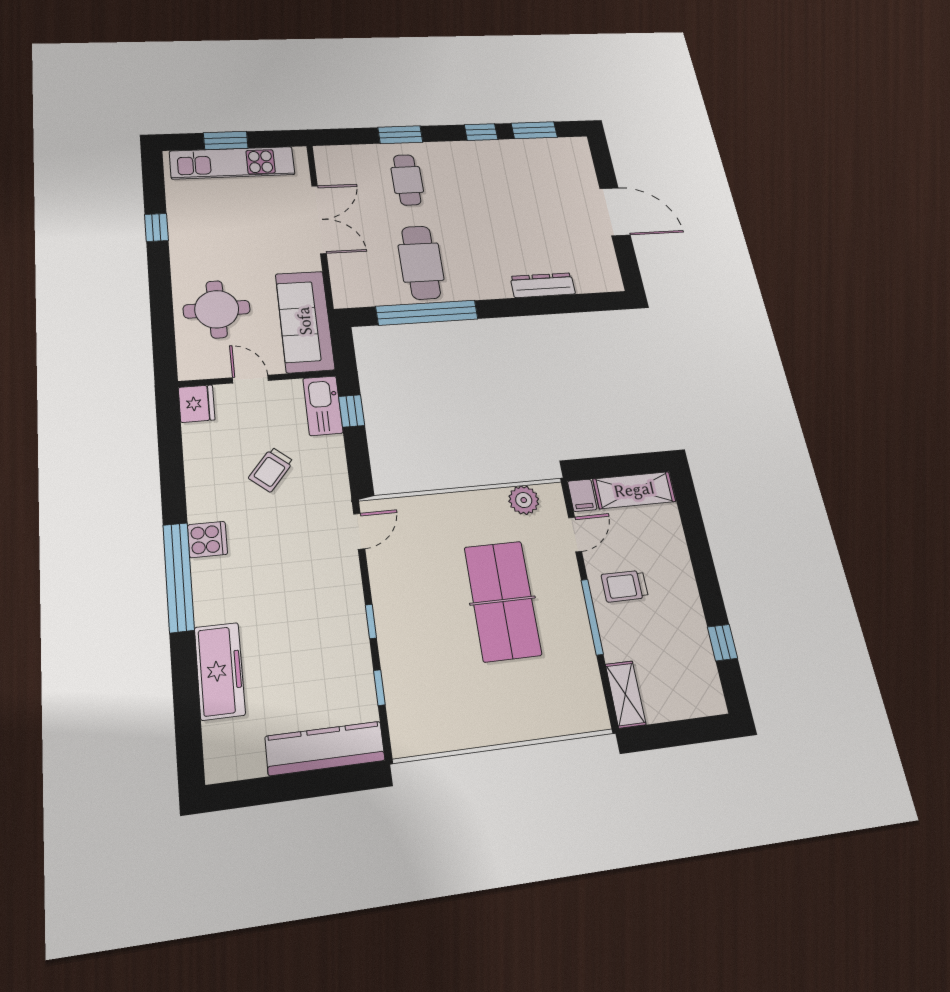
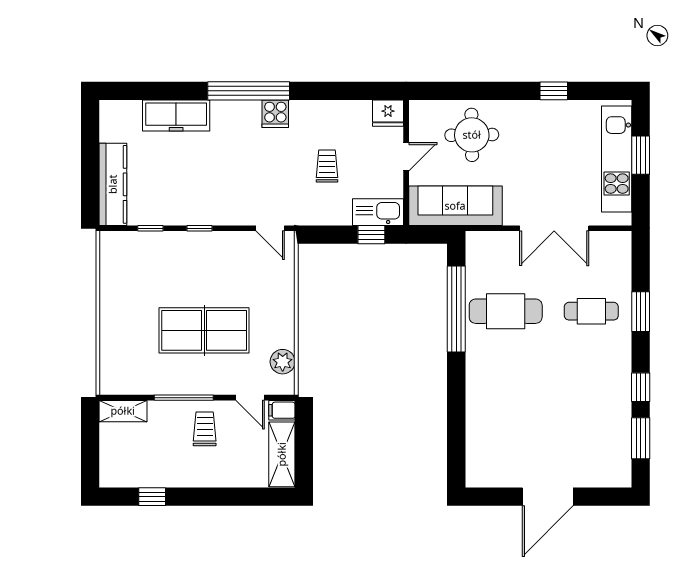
dresser: (543, 285) -> (476, 415), removed
trolley: (271, 470) -> (327, 166), turned 50

